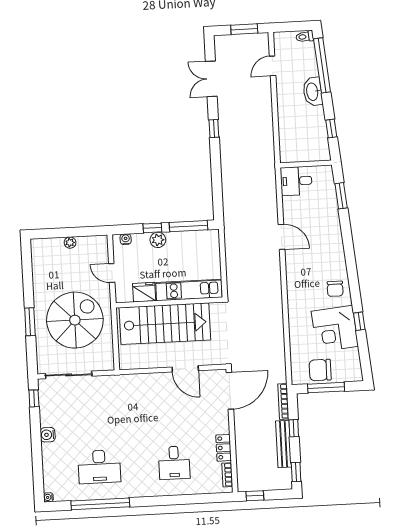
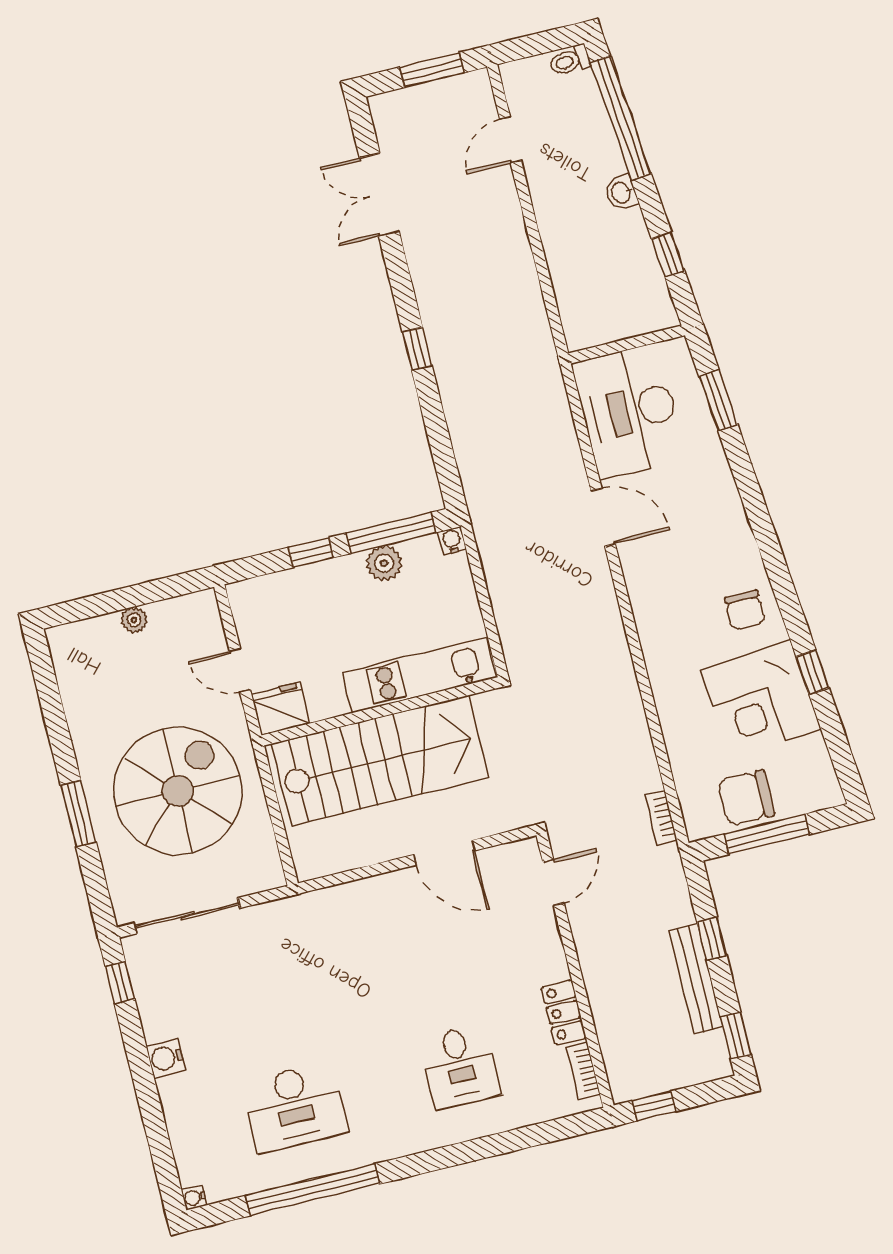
washbasin: (313, 92) -> (622, 193), width x0.52, depth x0.69
window: (214, 129) -> (417, 349), moved
desk: (296, 181) -> (629, 411), width x1.87, depth x1.30
water cooler: (126, 239) -> (452, 541), moved
plant: (158, 240) -> (384, 563), moved
fridge: (144, 292) -> (280, 709), moved
door: (230, 391) -> (553, 882), width x0.53
bookcase: (283, 401) -> (661, 818), moved, width x0.64

